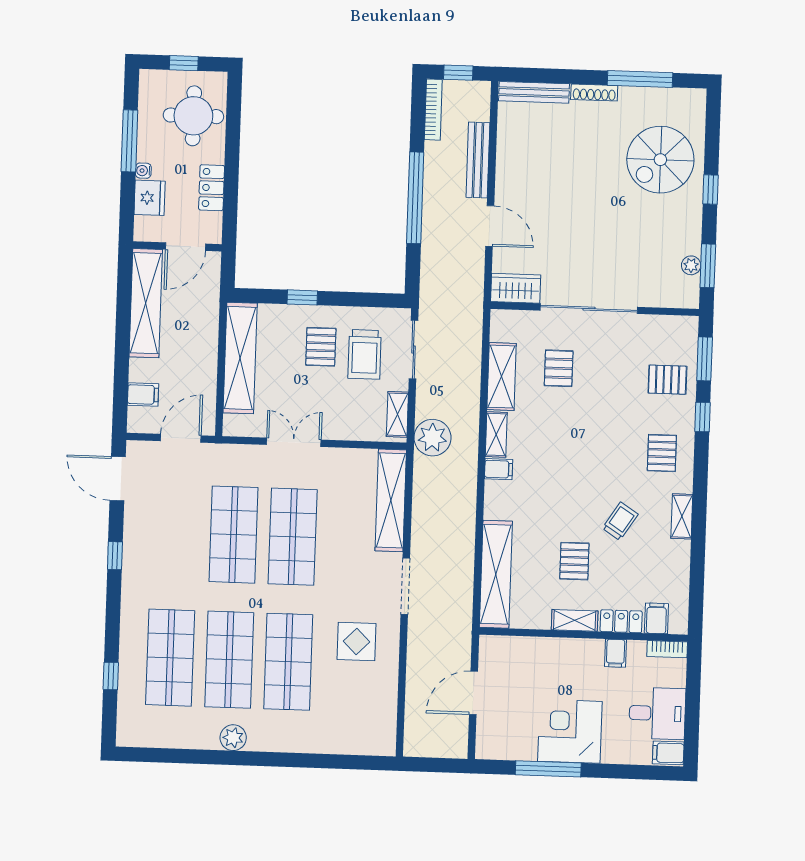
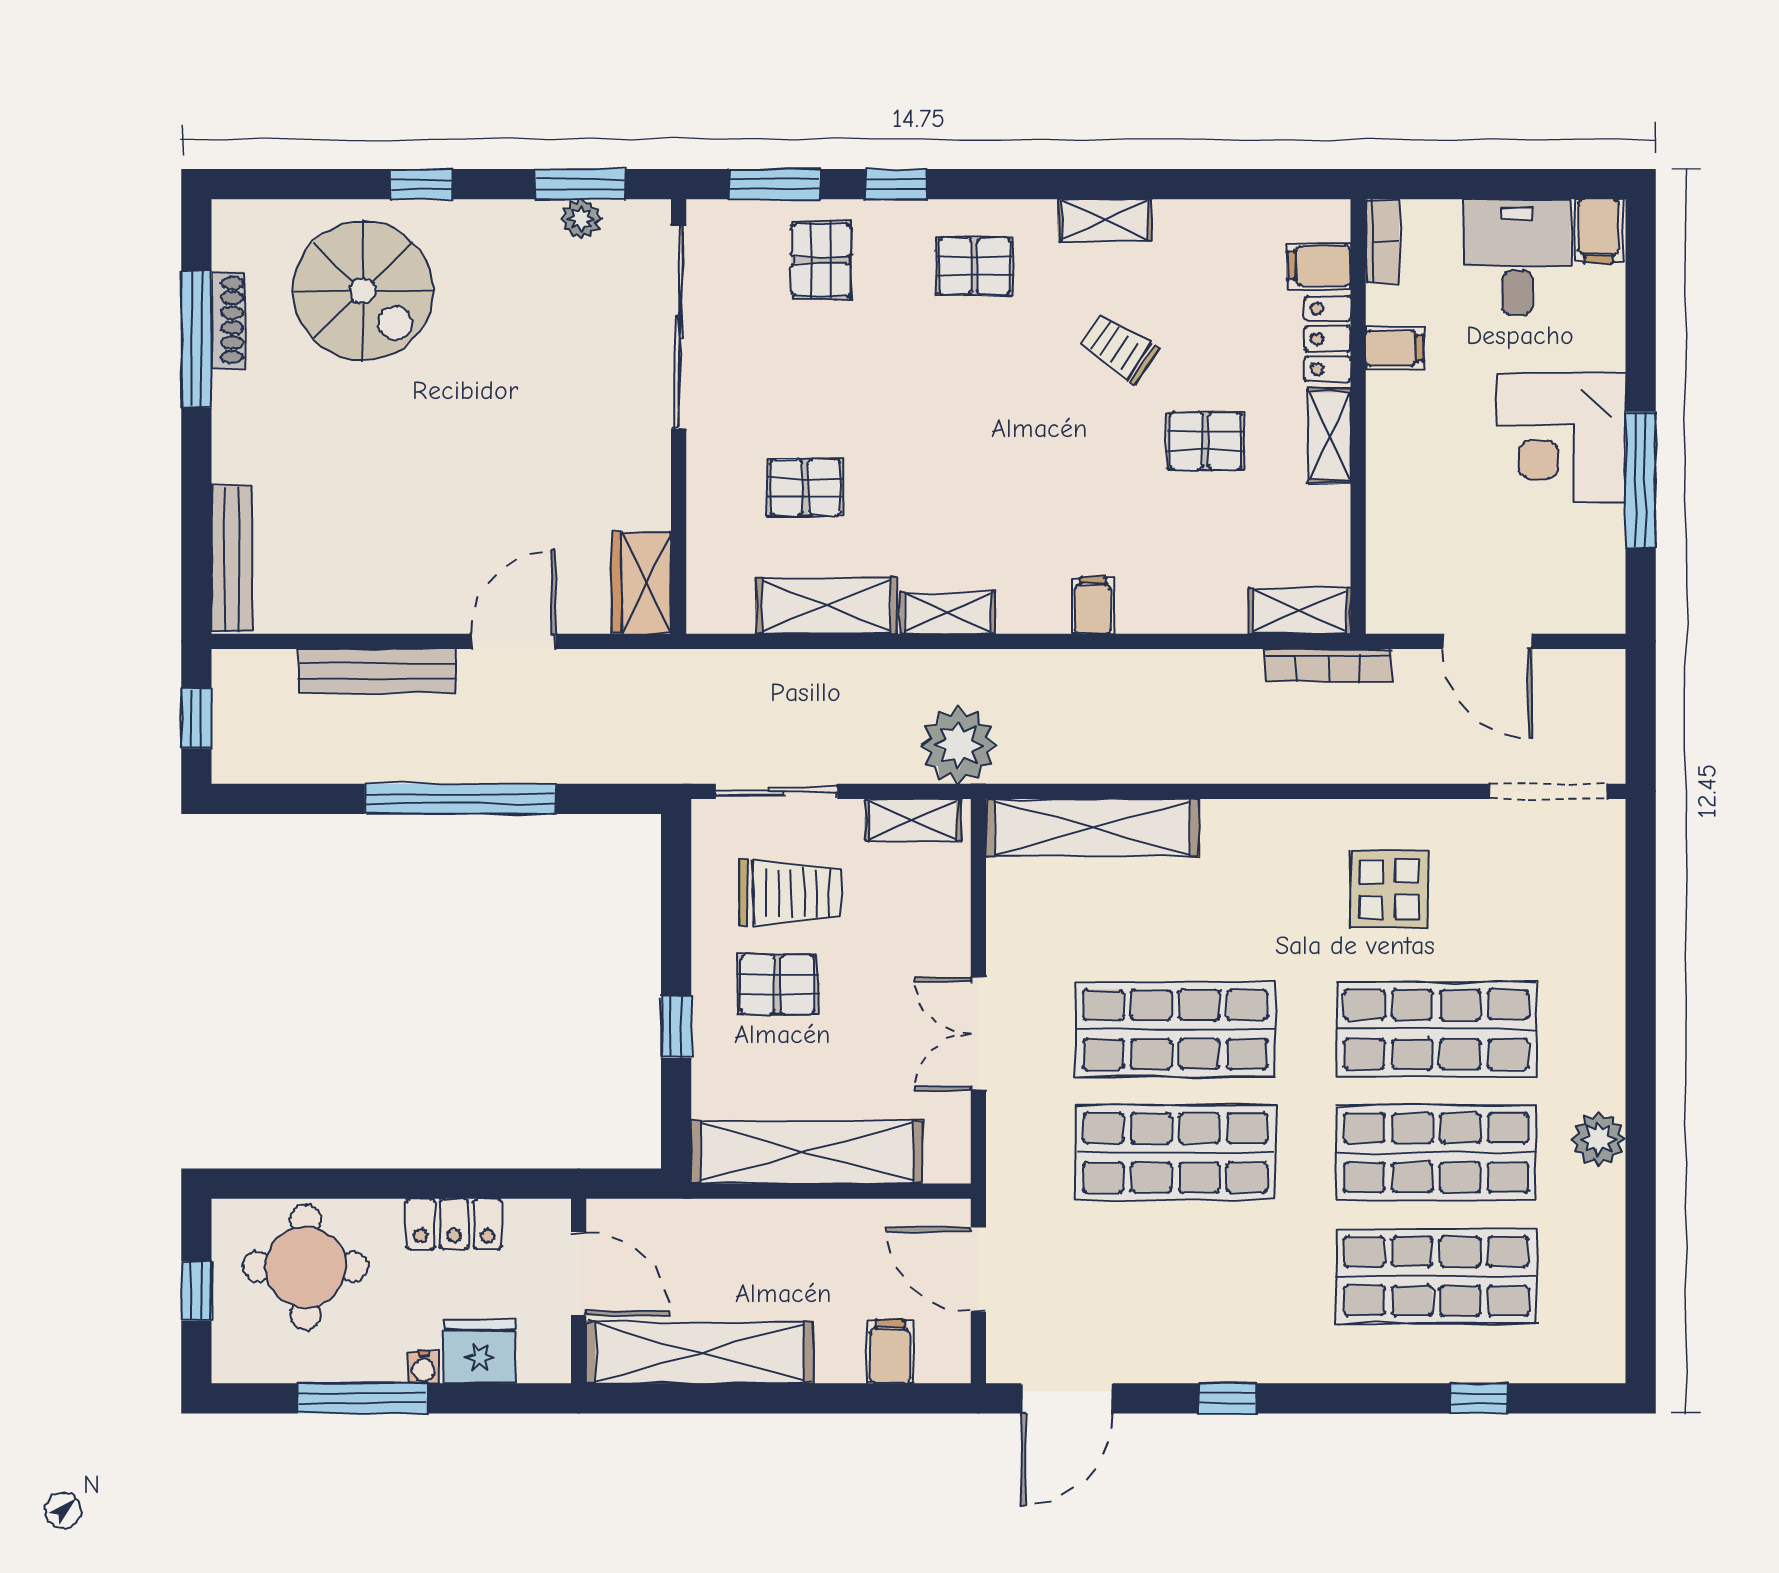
shoe rack: (594, 93) -> (228, 320), moved
bookcase: (433, 110) -> (1328, 665), moved, turned 180
sliding door: (589, 309) -> (679, 327), moved
filing cabinet: (499, 469) -> (1093, 605), moved
shelving: (496, 574) -> (1300, 611), width x0.45, depth x0.75
doorway: (405, 586) -> (1549, 791), moved

